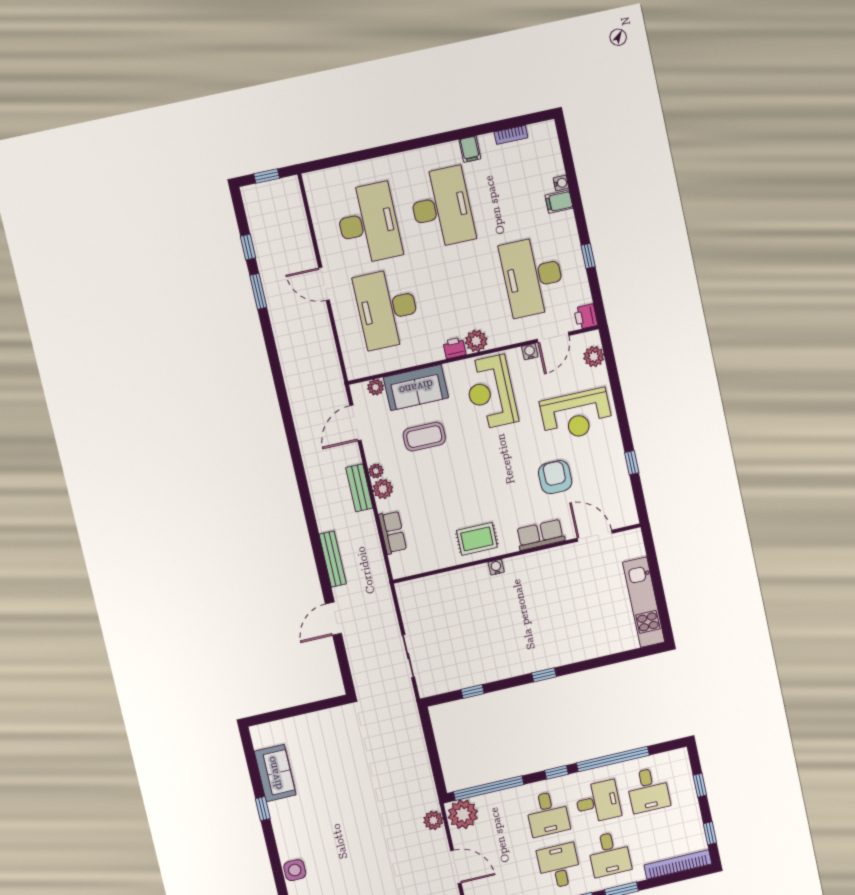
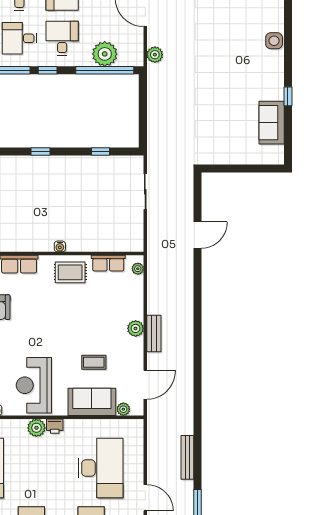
reception desk: (491, 392) -> (34, 385), turned 180
coffee table: (424, 437) -> (94, 362), width x0.73, depth x0.77
plant: (376, 471) -> (138, 269), moved
row of seats: (392, 532) -> (108, 263), moved, turned -90
bench: (333, 559) -> (187, 457), moved
plant: (463, 814) -> (105, 54), moved

